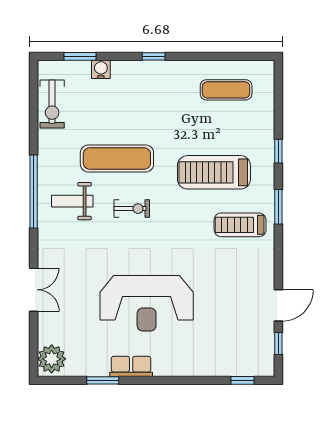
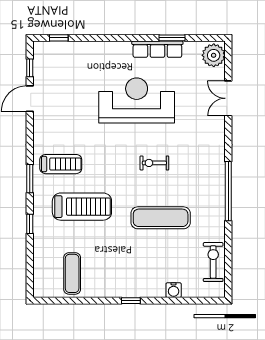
window: (80, 56) -> (191, 301), removed
exercise mat: (226, 90) -> (72, 273), turned 90
weight bench: (72, 201) -> (197, 183), removed
exercise bike: (132, 209) -> (154, 163), moved
double door: (34, 290) -> (228, 98), moved
row of seats: (131, 366) -> (157, 49), width x1.48

